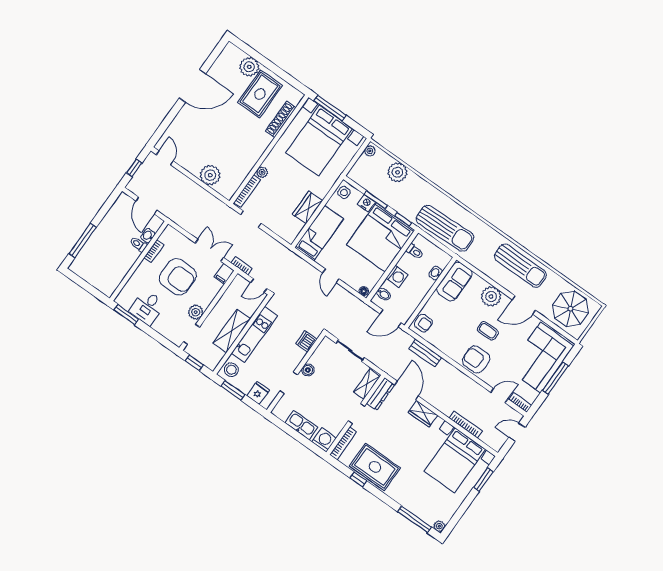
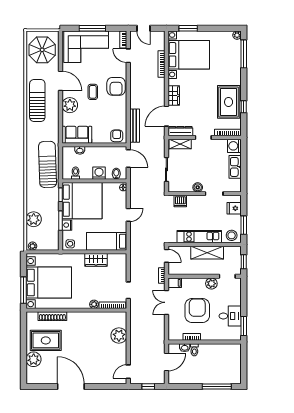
bench: (425, 353) -> (135, 126), width x1.36

